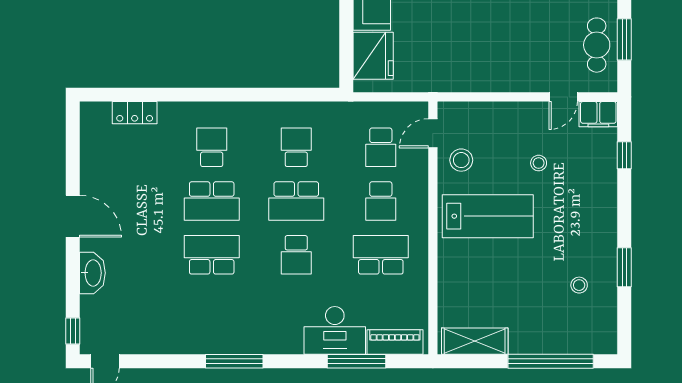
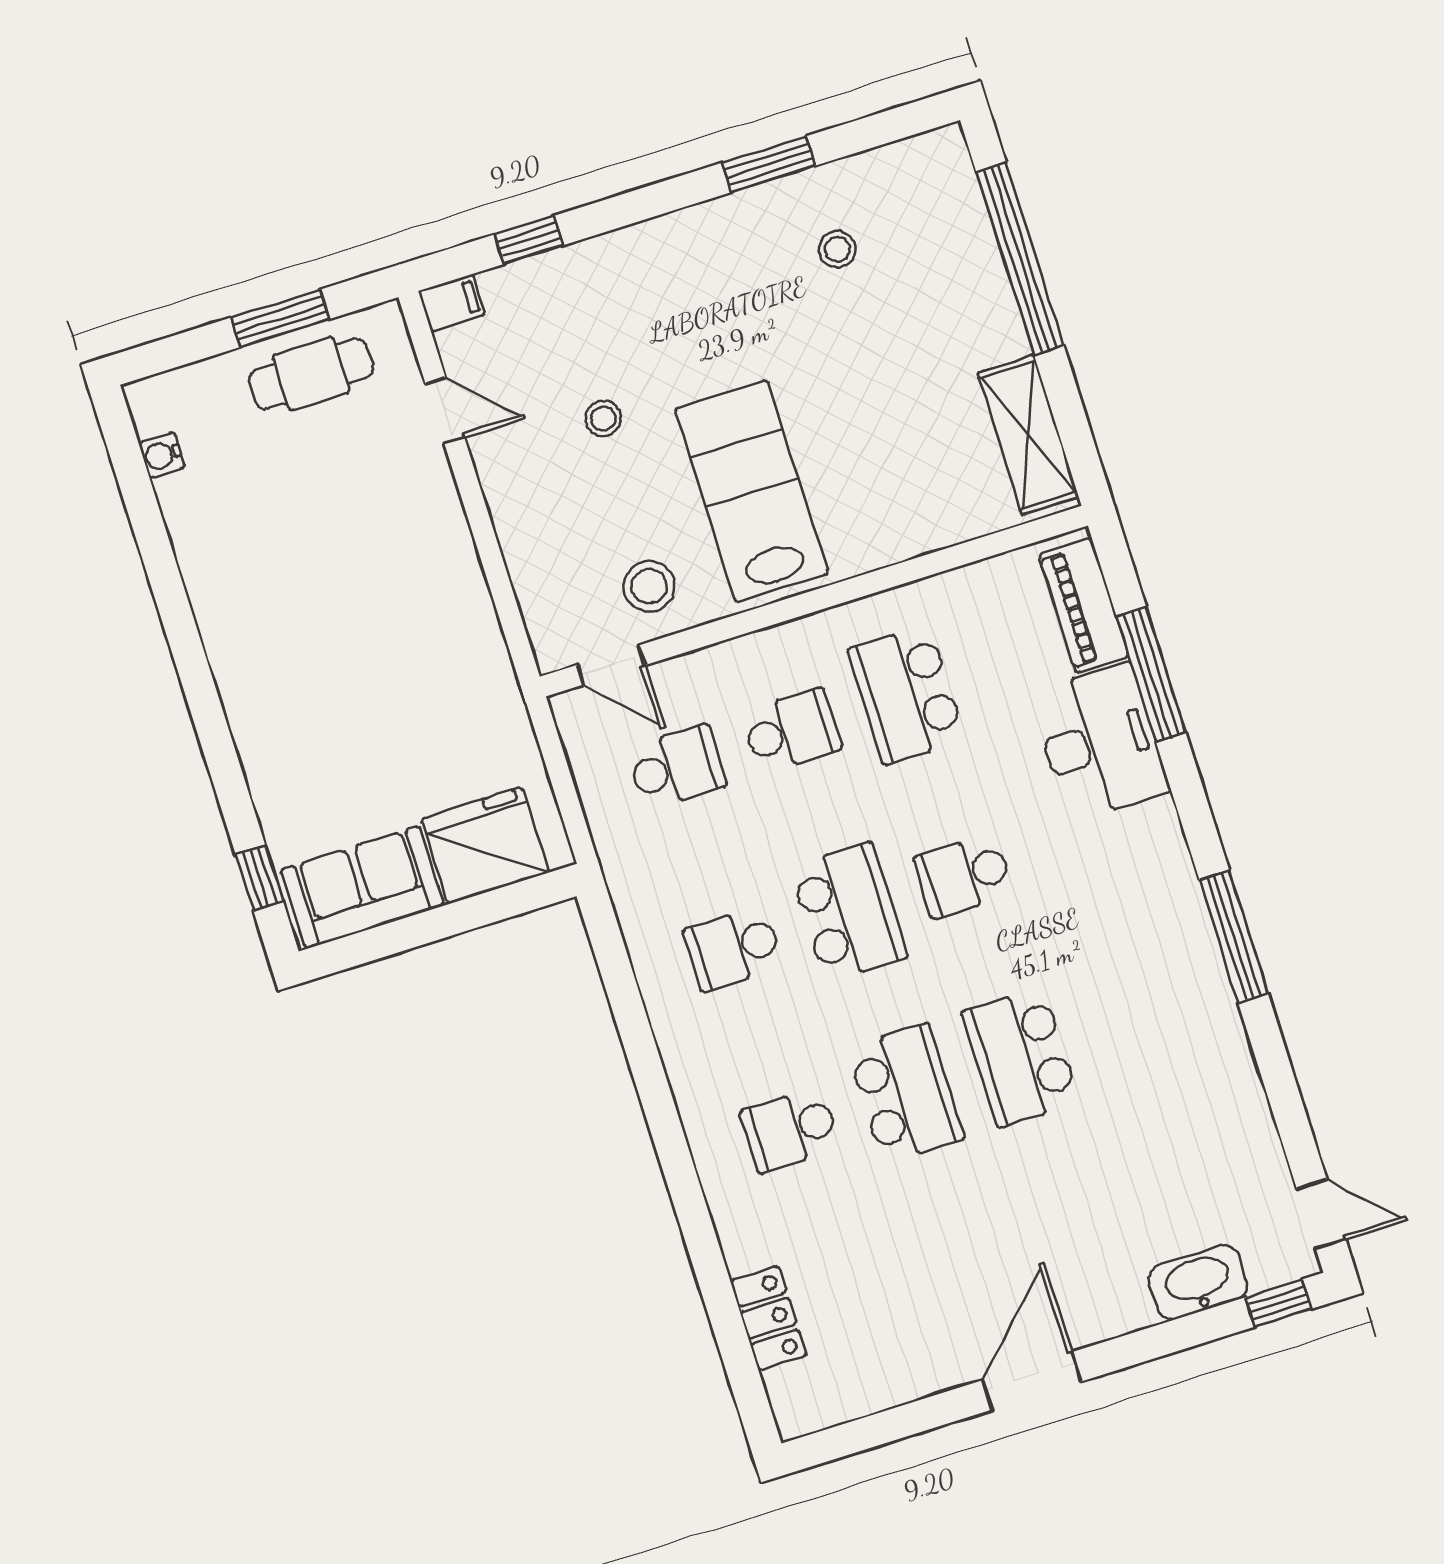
filing cabinet: (598, 114) -> (452, 303), width x0.50
school desk: (296, 255) -> (964, 876), turned 180
washbasin: (92, 273) -> (1198, 1282), moved

